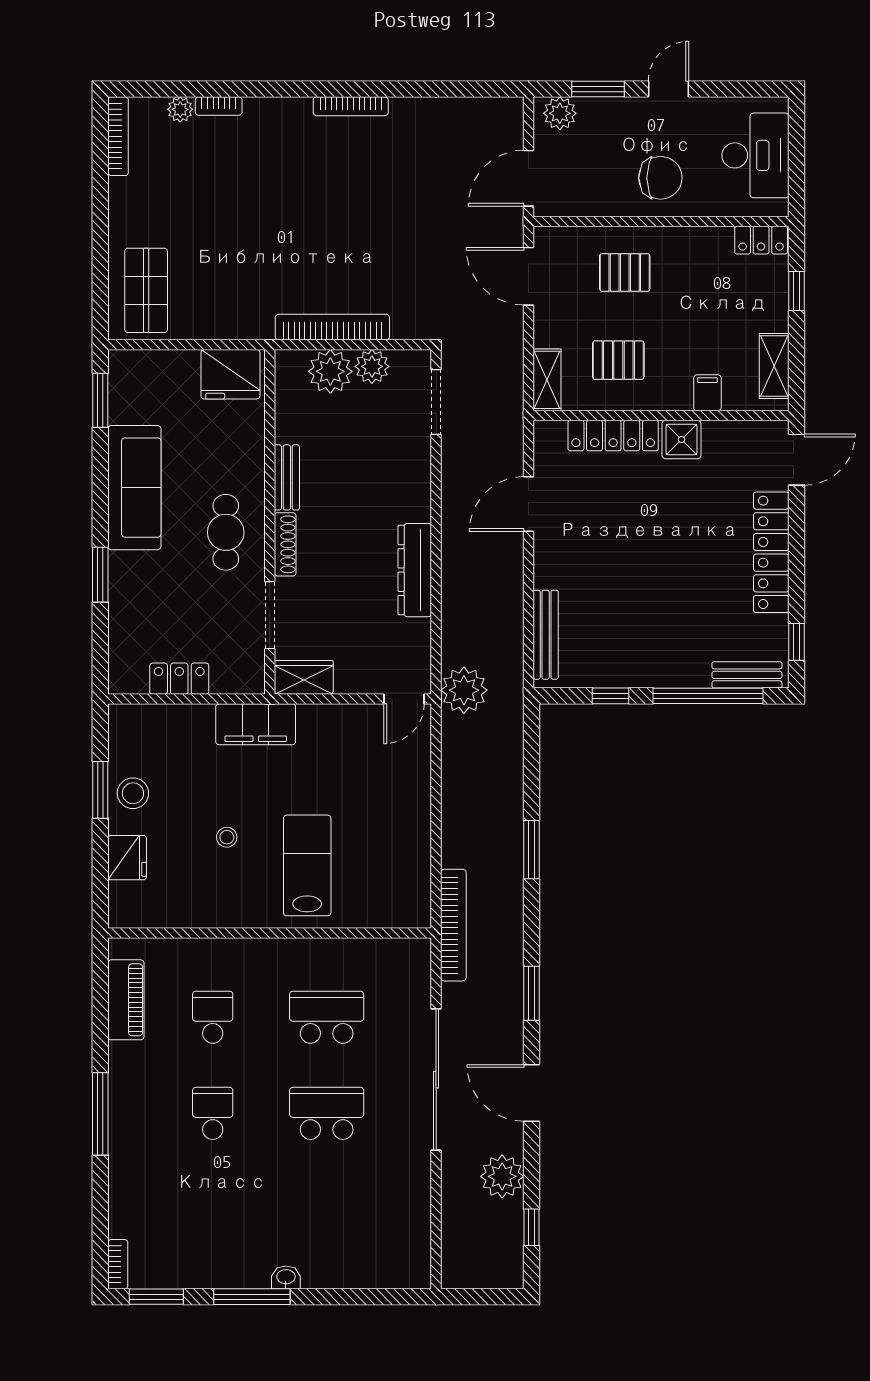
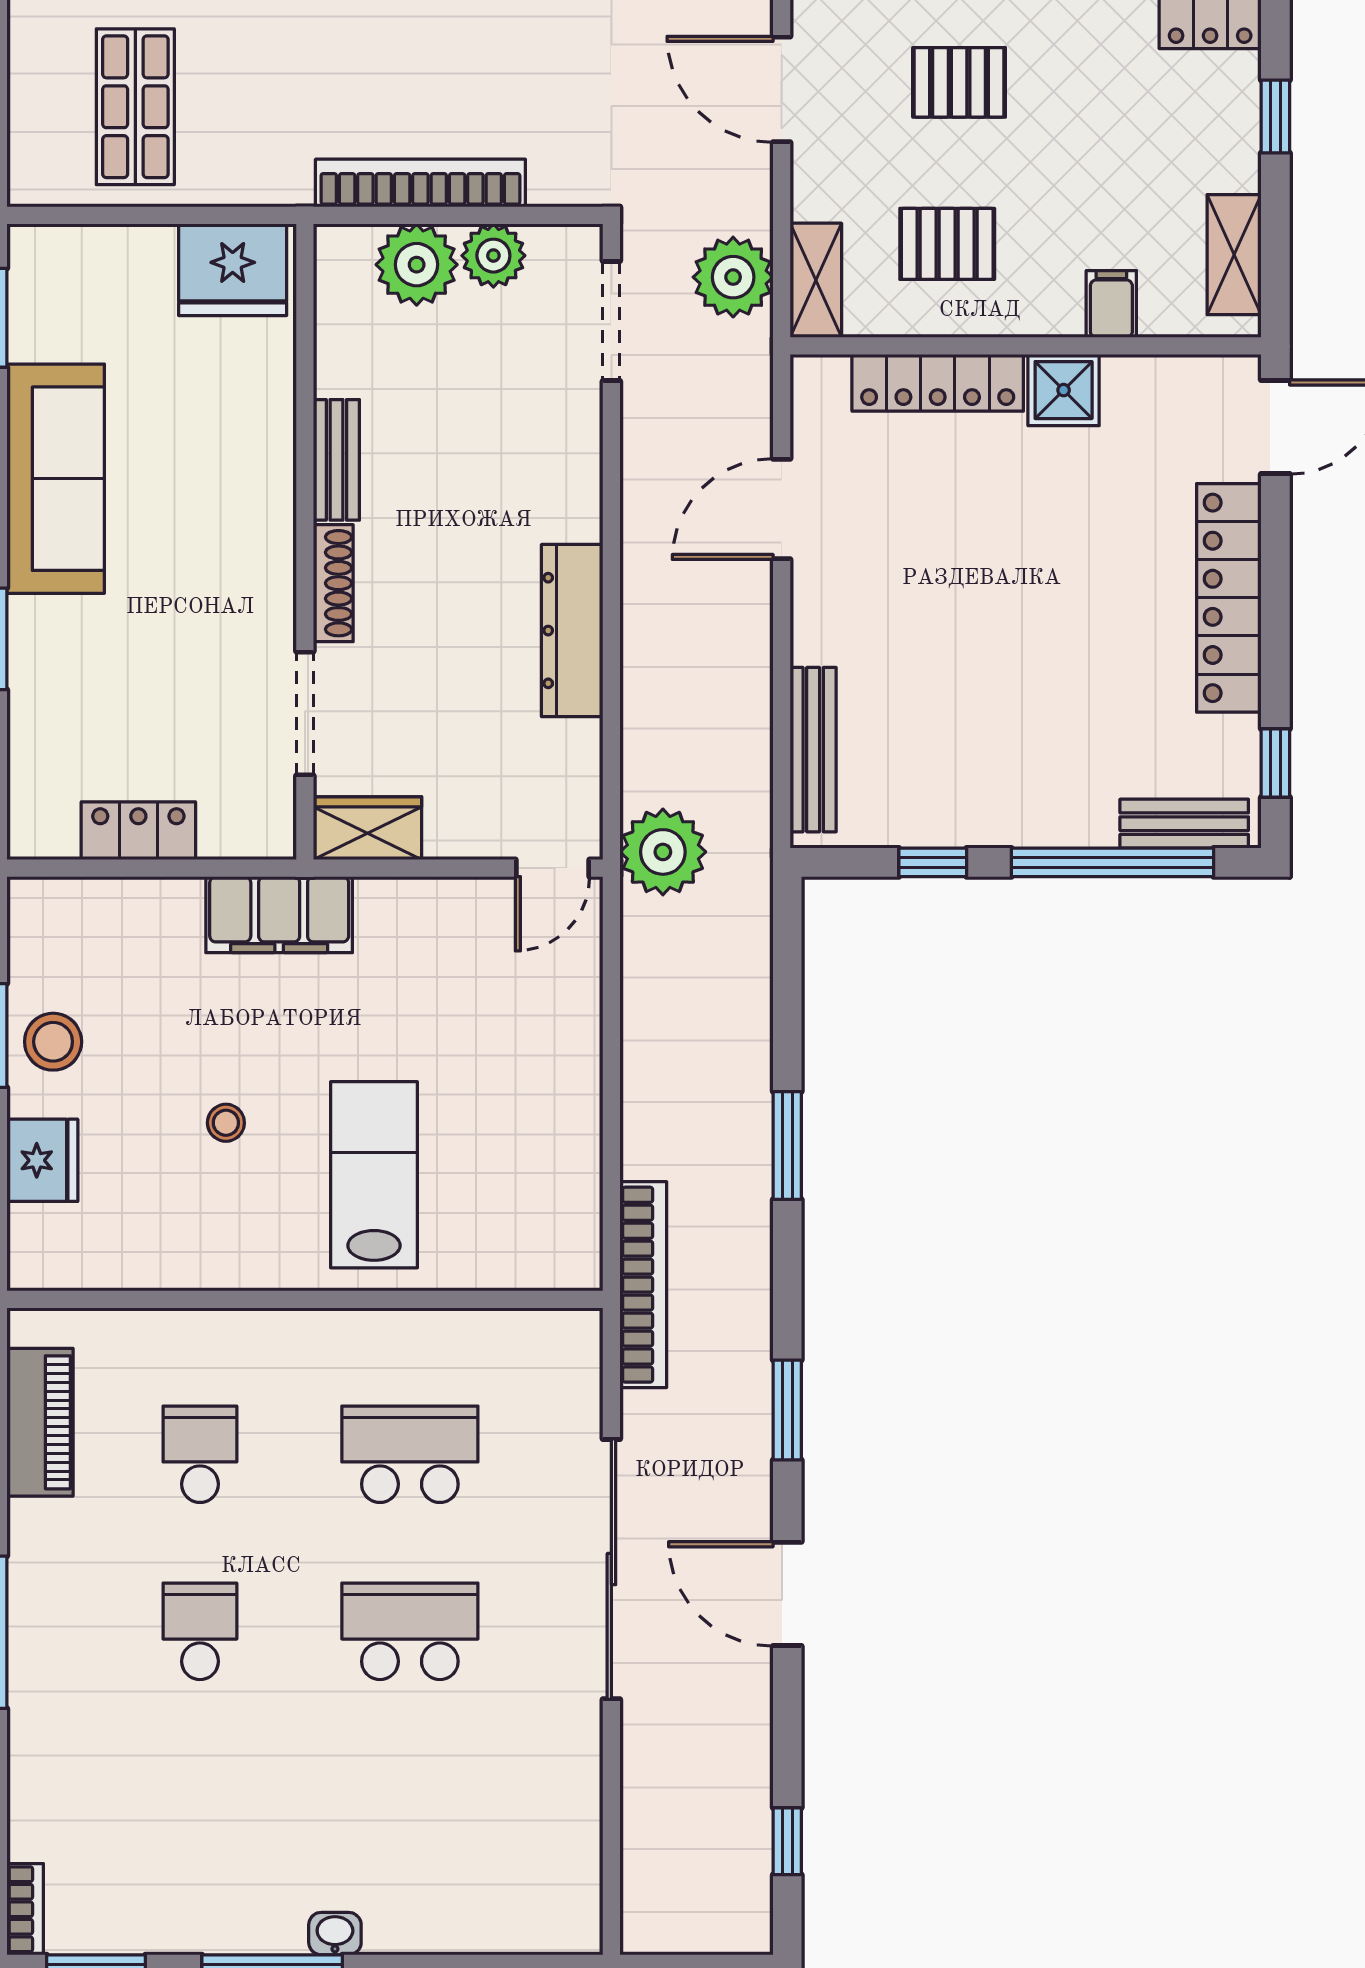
shop shelf: (146, 290) -> (135, 107), moved
cafe table: (226, 532) -> (224, 561), removed
plant: (502, 1176) -> (733, 277), moved

